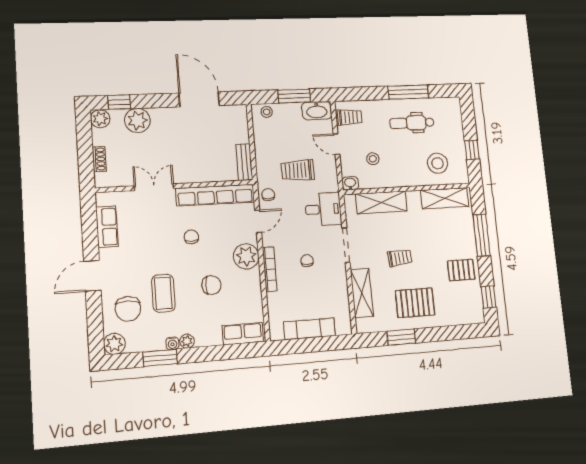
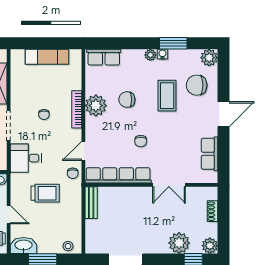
plant: (246, 256) -> (96, 106), moved
chair: (128, 309) -> (197, 85), turned -90

